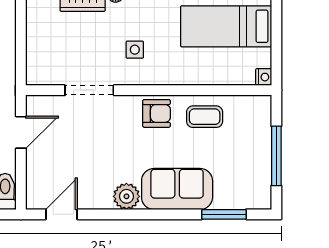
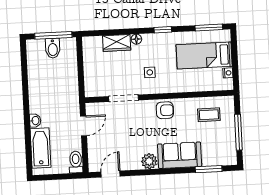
nightstand: (264, 77) -> (228, 73), moved
coffee table: (205, 117) -> (209, 115), moved

